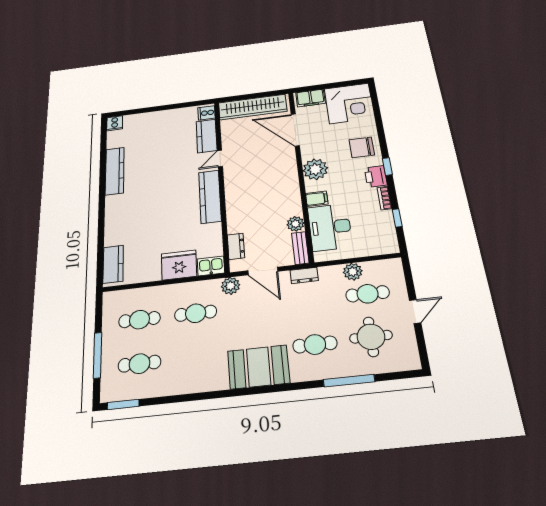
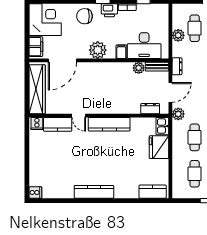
chair: (362, 147) -> (84, 16), turned 90
kitchen counter: (115, 171) -> (94, 192), moved

